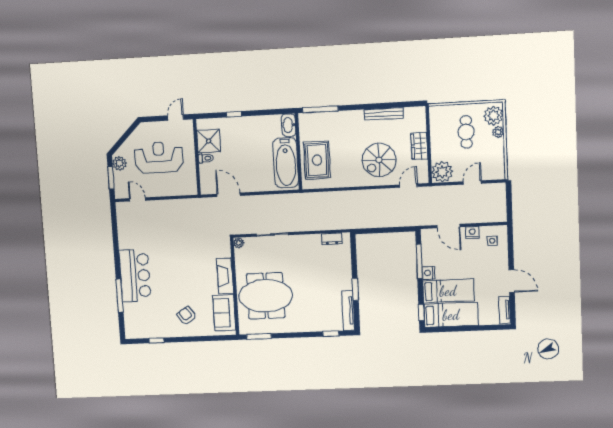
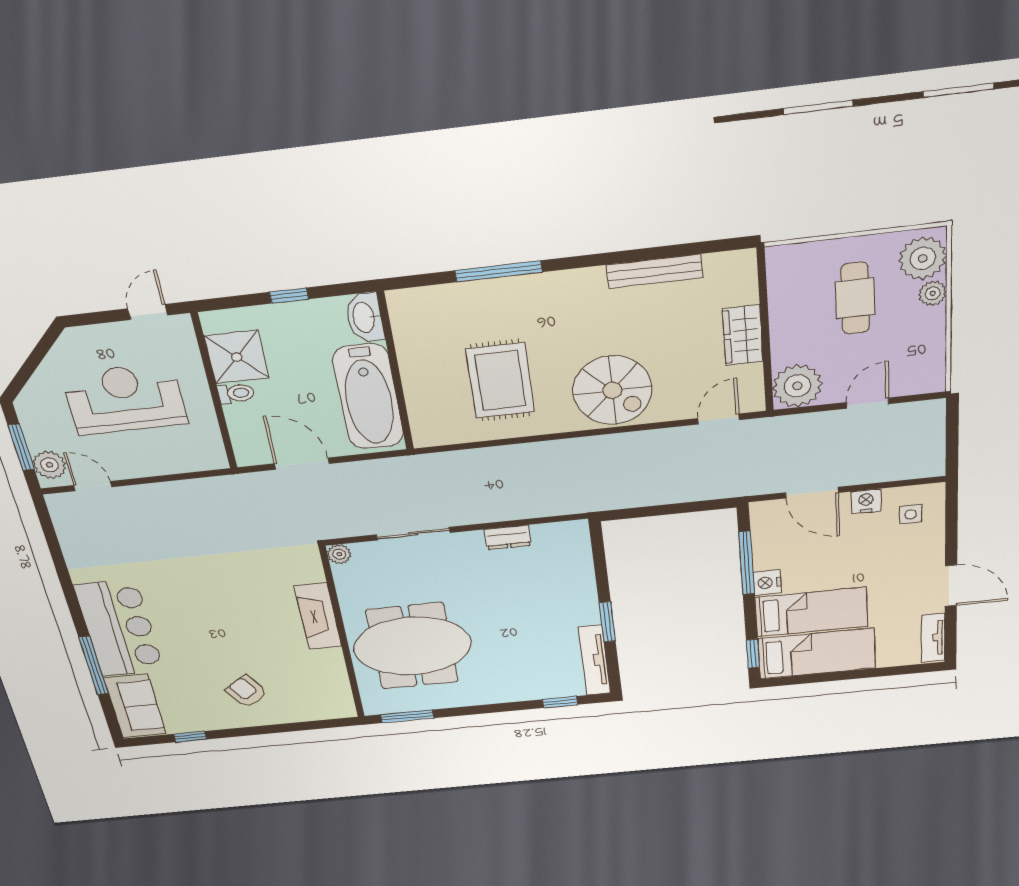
washbasin: (289, 125) -> (365, 317), moved
wall: (299, 152) -> (396, 372), moved
spiral stairs: (379, 160) -> (612, 390), moved, turned -90
plant: (119, 163) -> (49, 465), moved
bathtub: (286, 163) -> (368, 397), moved
dresser: (332, 239) -> (508, 537), moved
sofa: (224, 313) -> (135, 706), moved, turned 180

